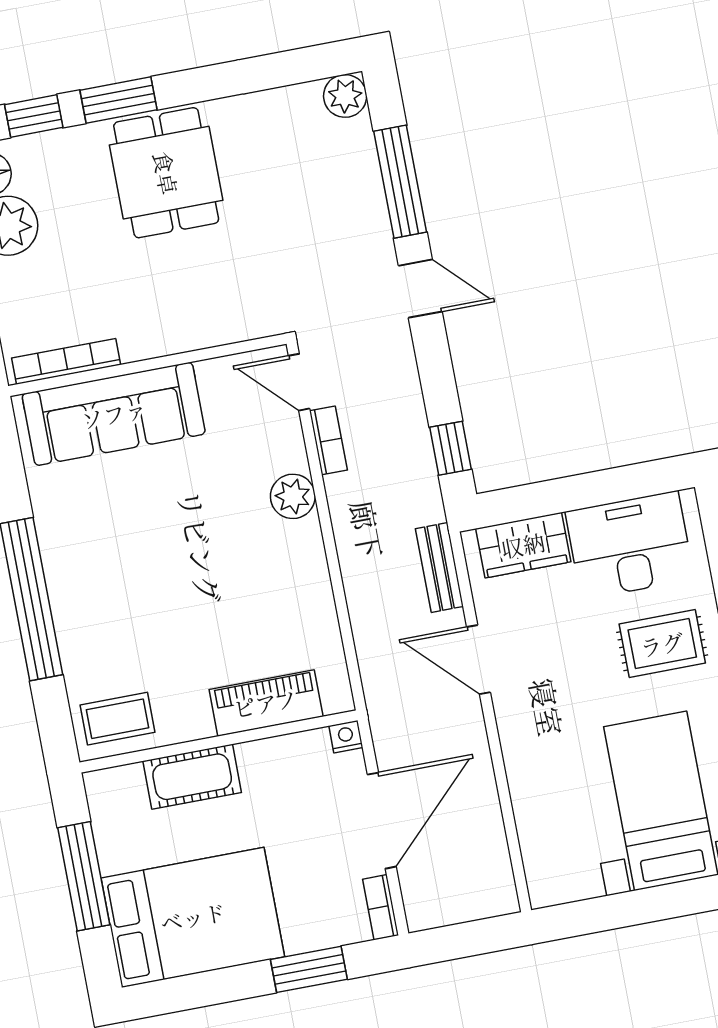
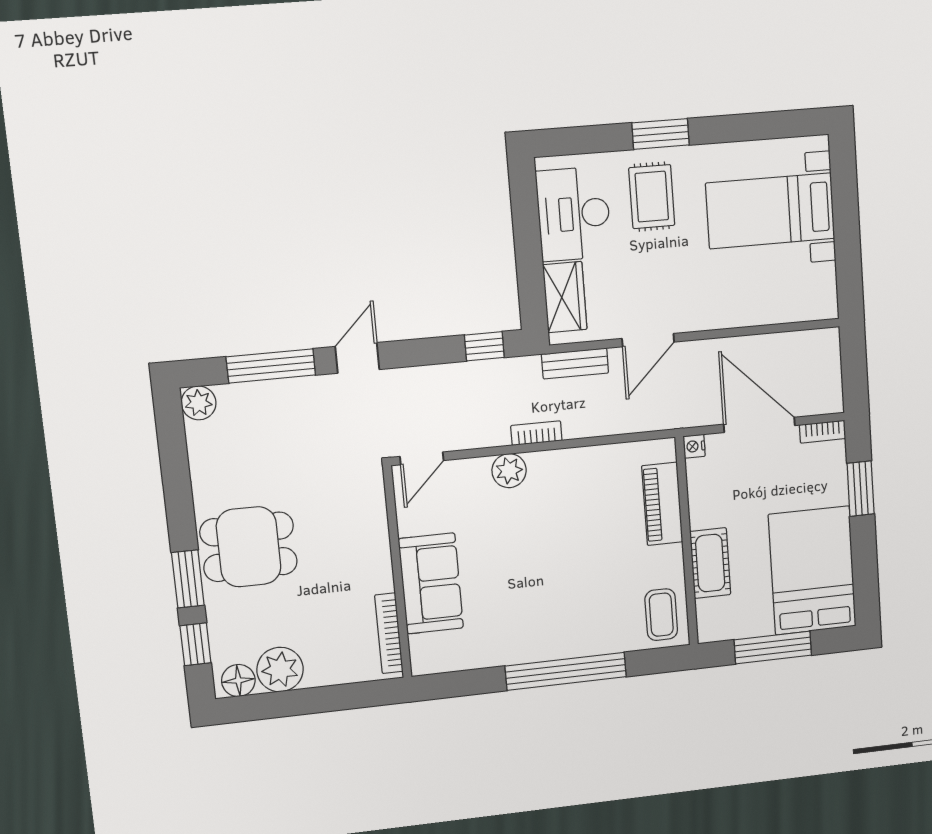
sofa: (114, 414) -> (431, 583), width x0.73
bookcase: (328, 440) -> (536, 433), moved

